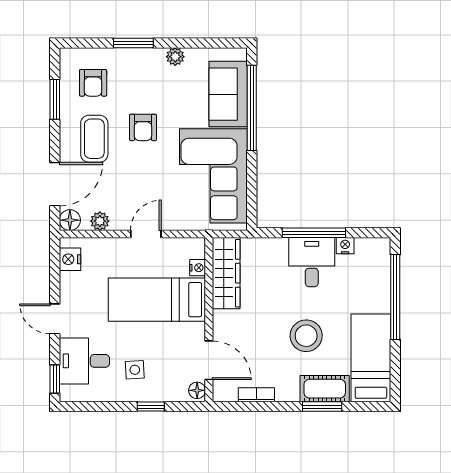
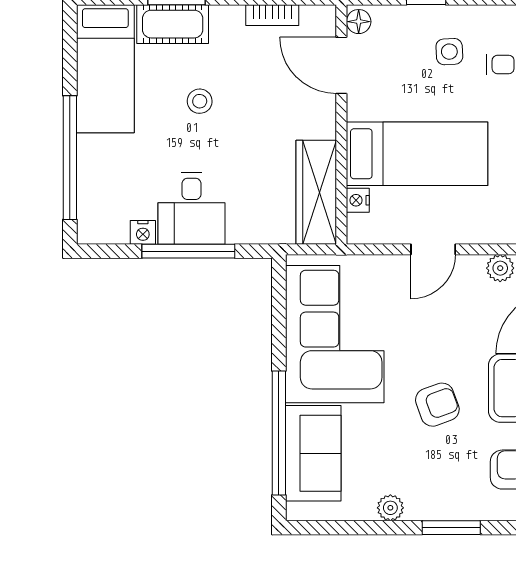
armchair: (143, 127) -> (437, 405), turned 70
stool: (306, 336) -> (200, 101), width x0.53, depth x0.53

